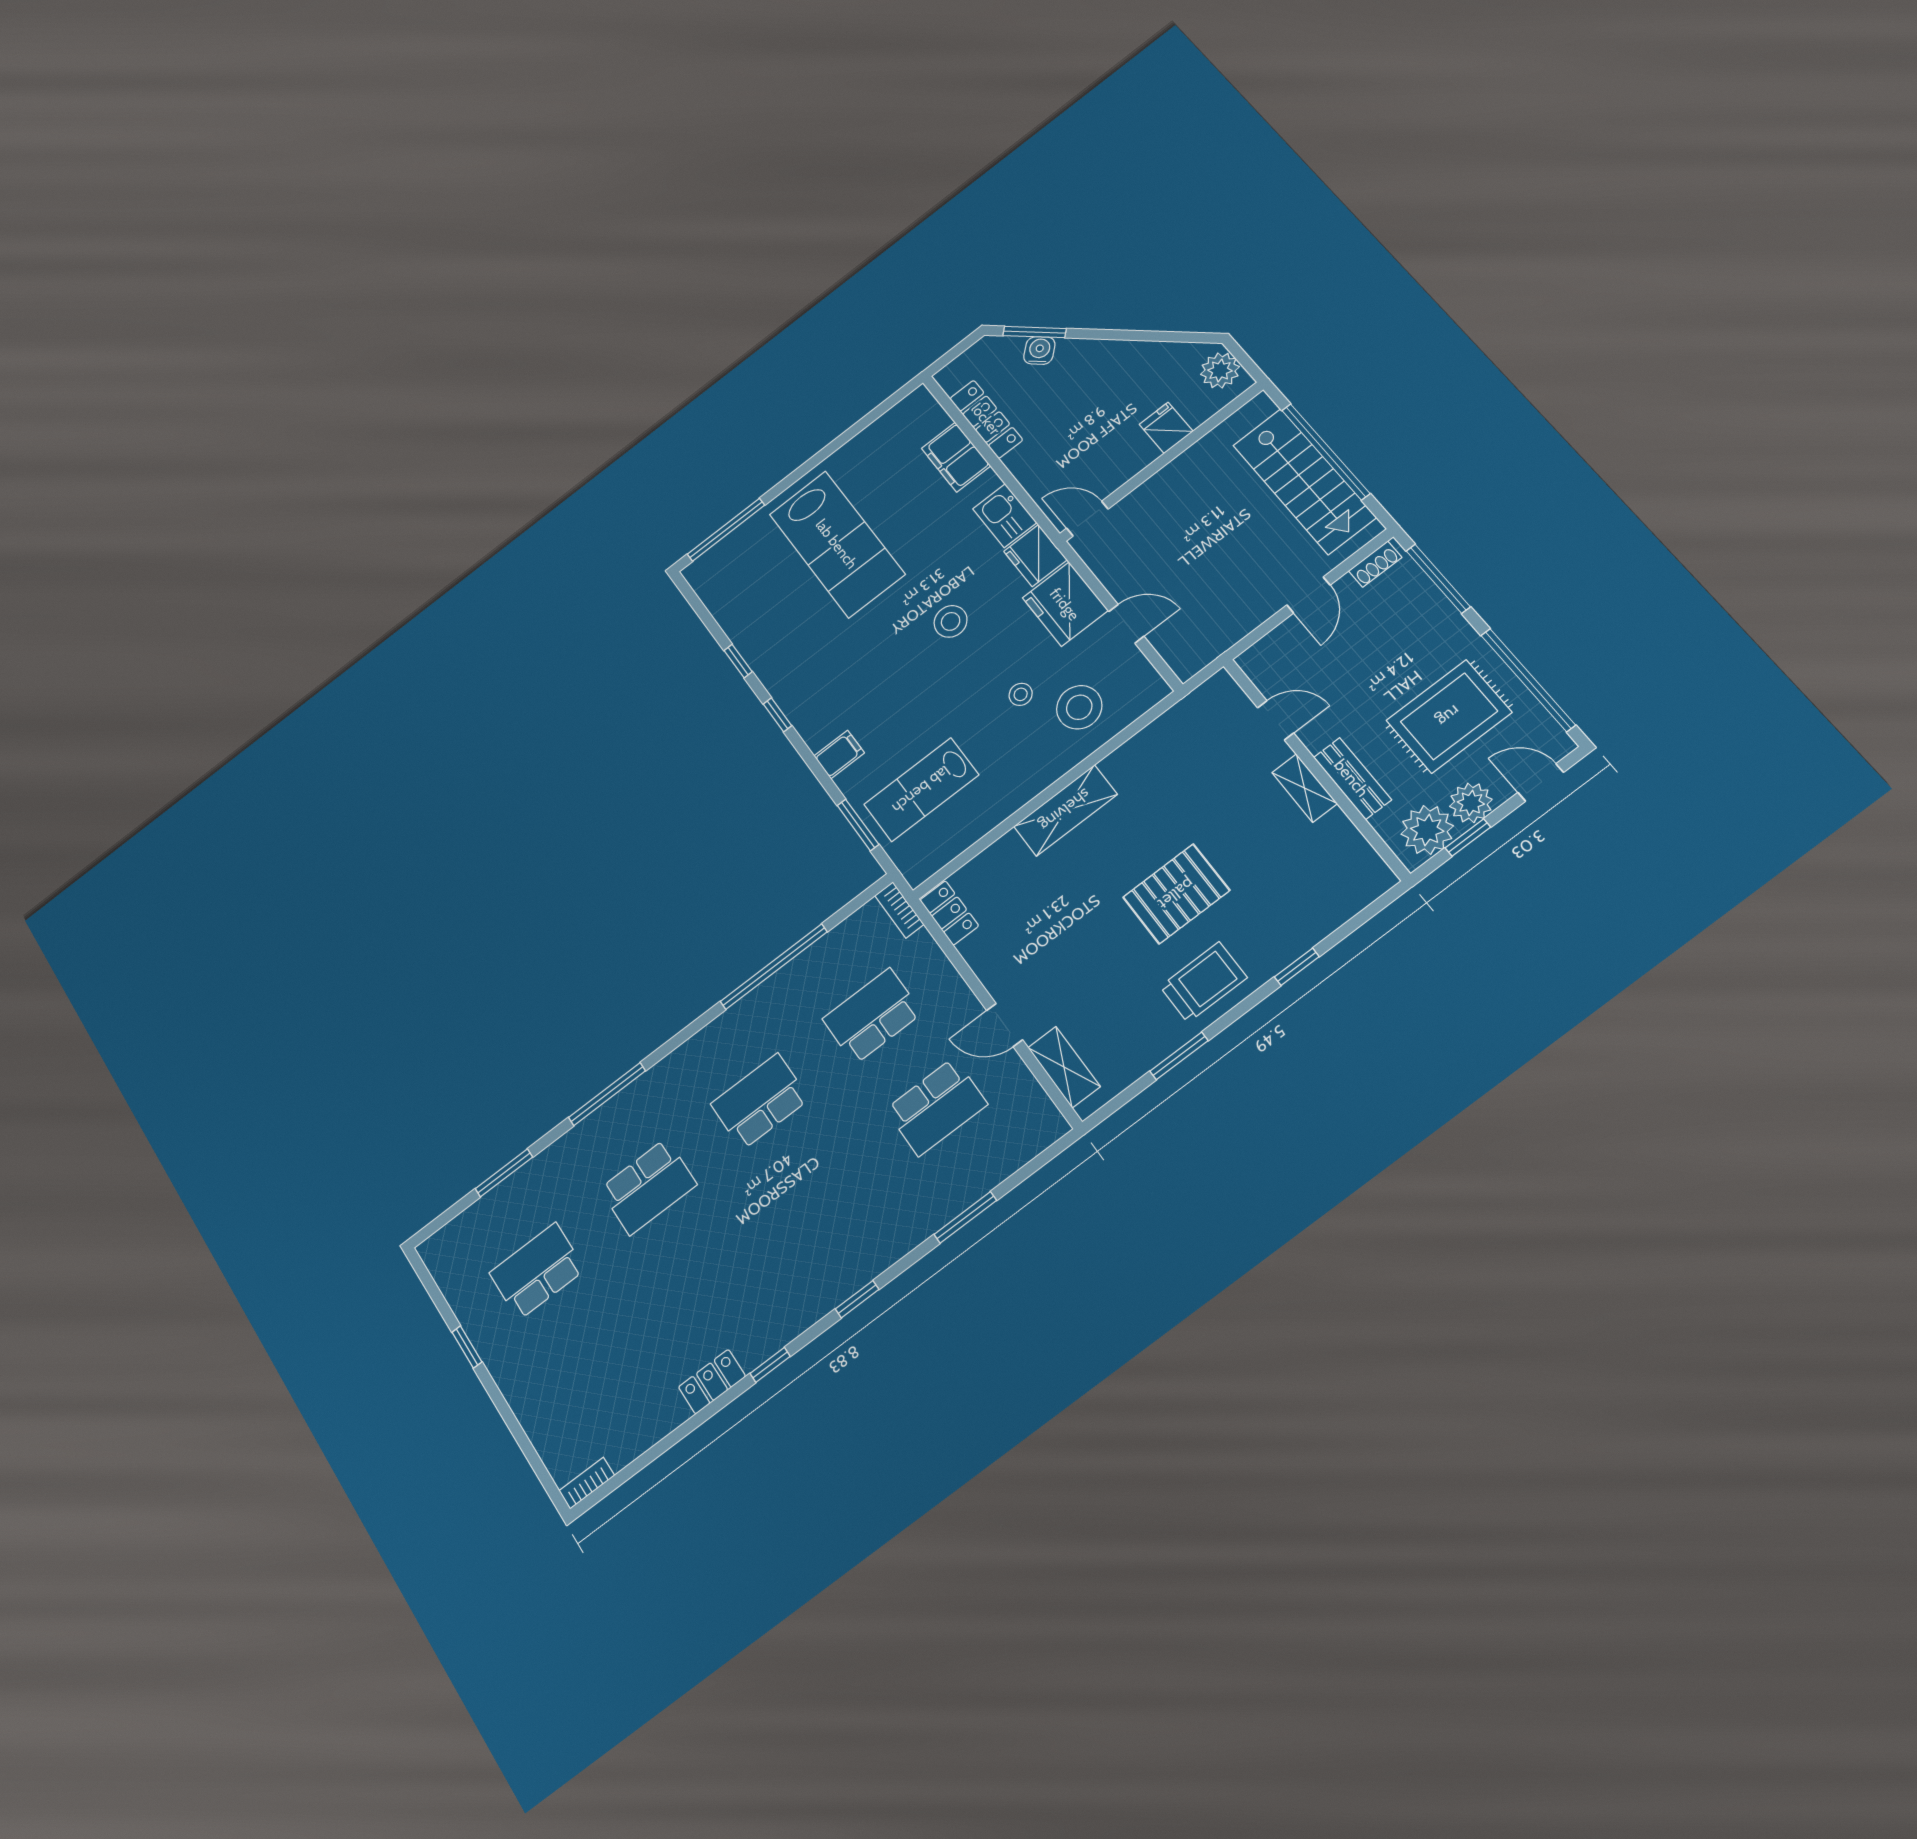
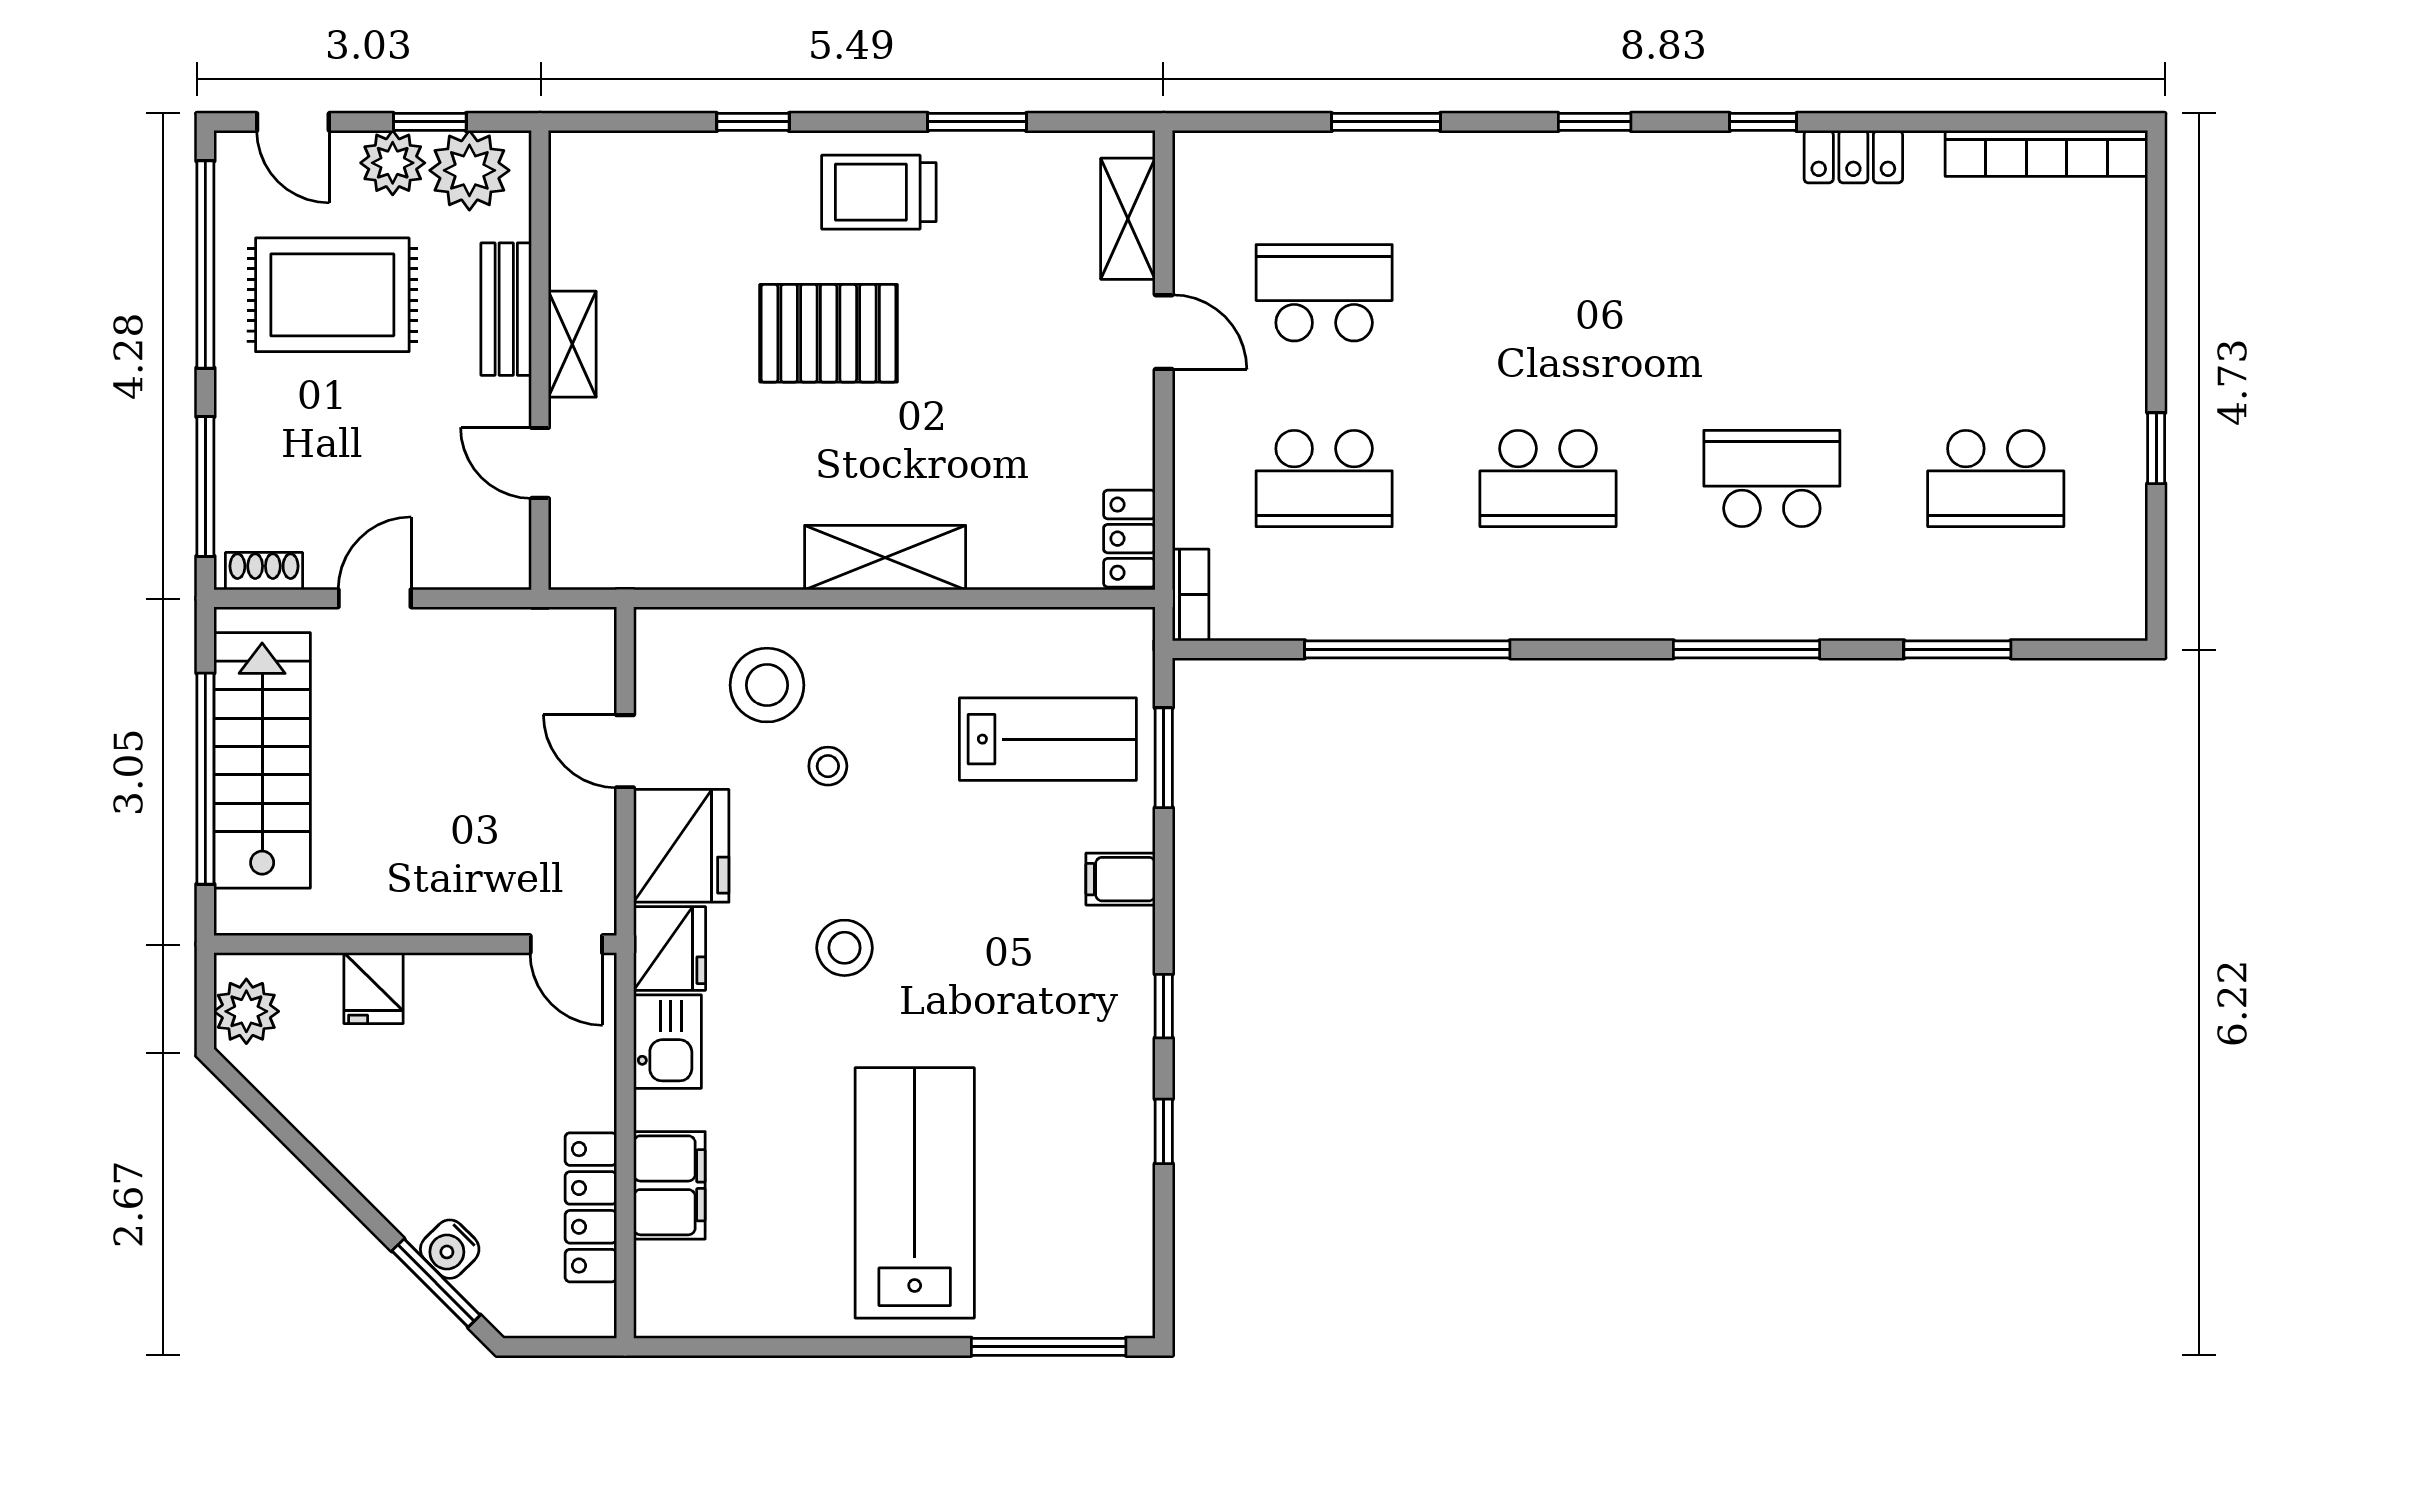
bookcase: (587, 1483) -> (2046, 153), width x2.31, depth x1.31

